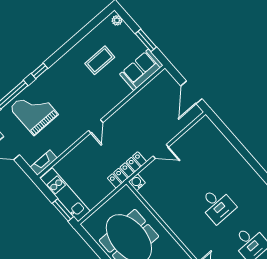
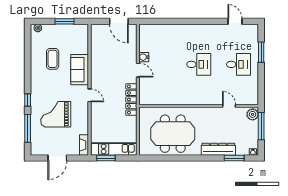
sofa: (141, 70) -> (80, 70), moved
grand piano: (34, 111) -> (56, 114), moved
door: (161, 151) -> (138, 70), hinge flipped
water cooler: (137, 182) -> (144, 57), moved
window: (63, 210) -> (106, 158), moved

